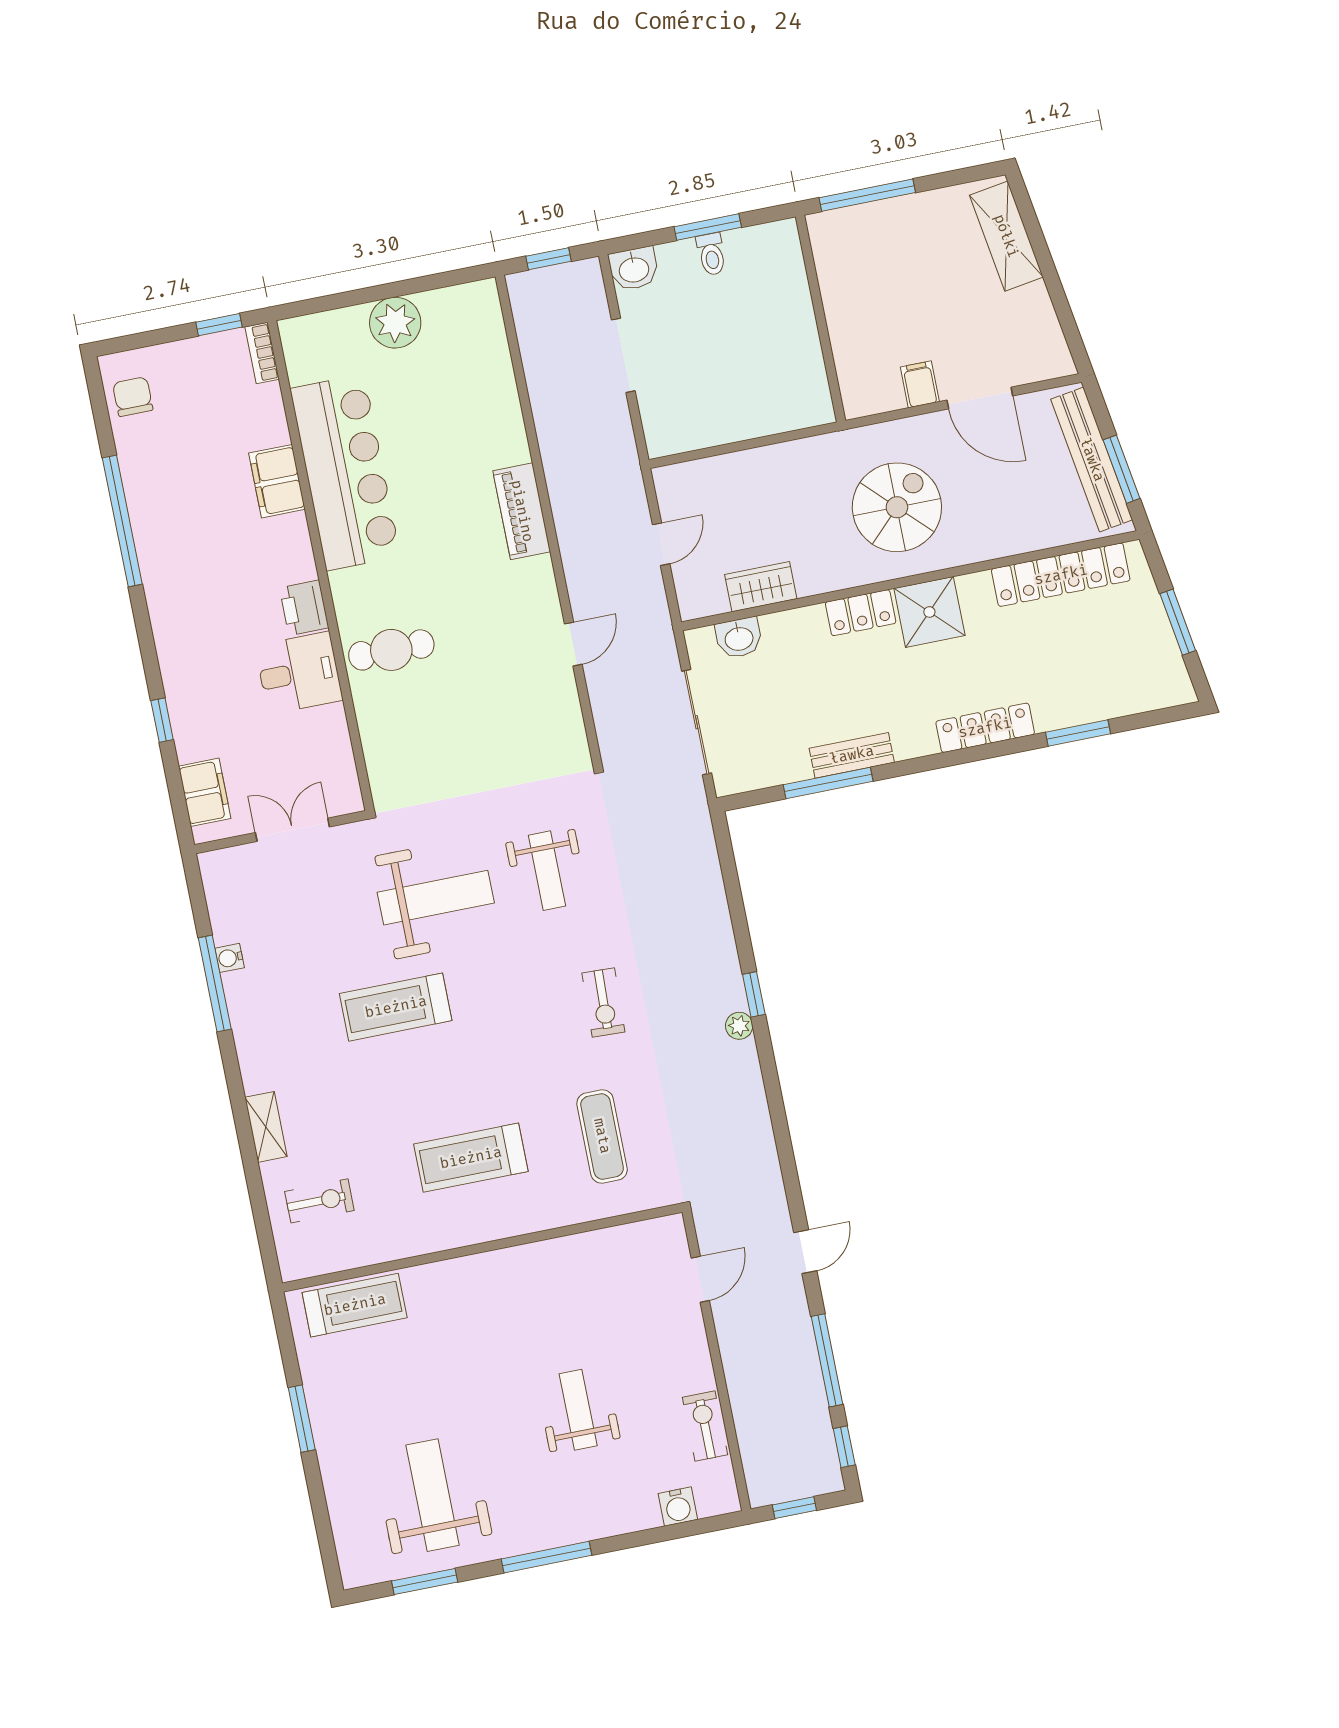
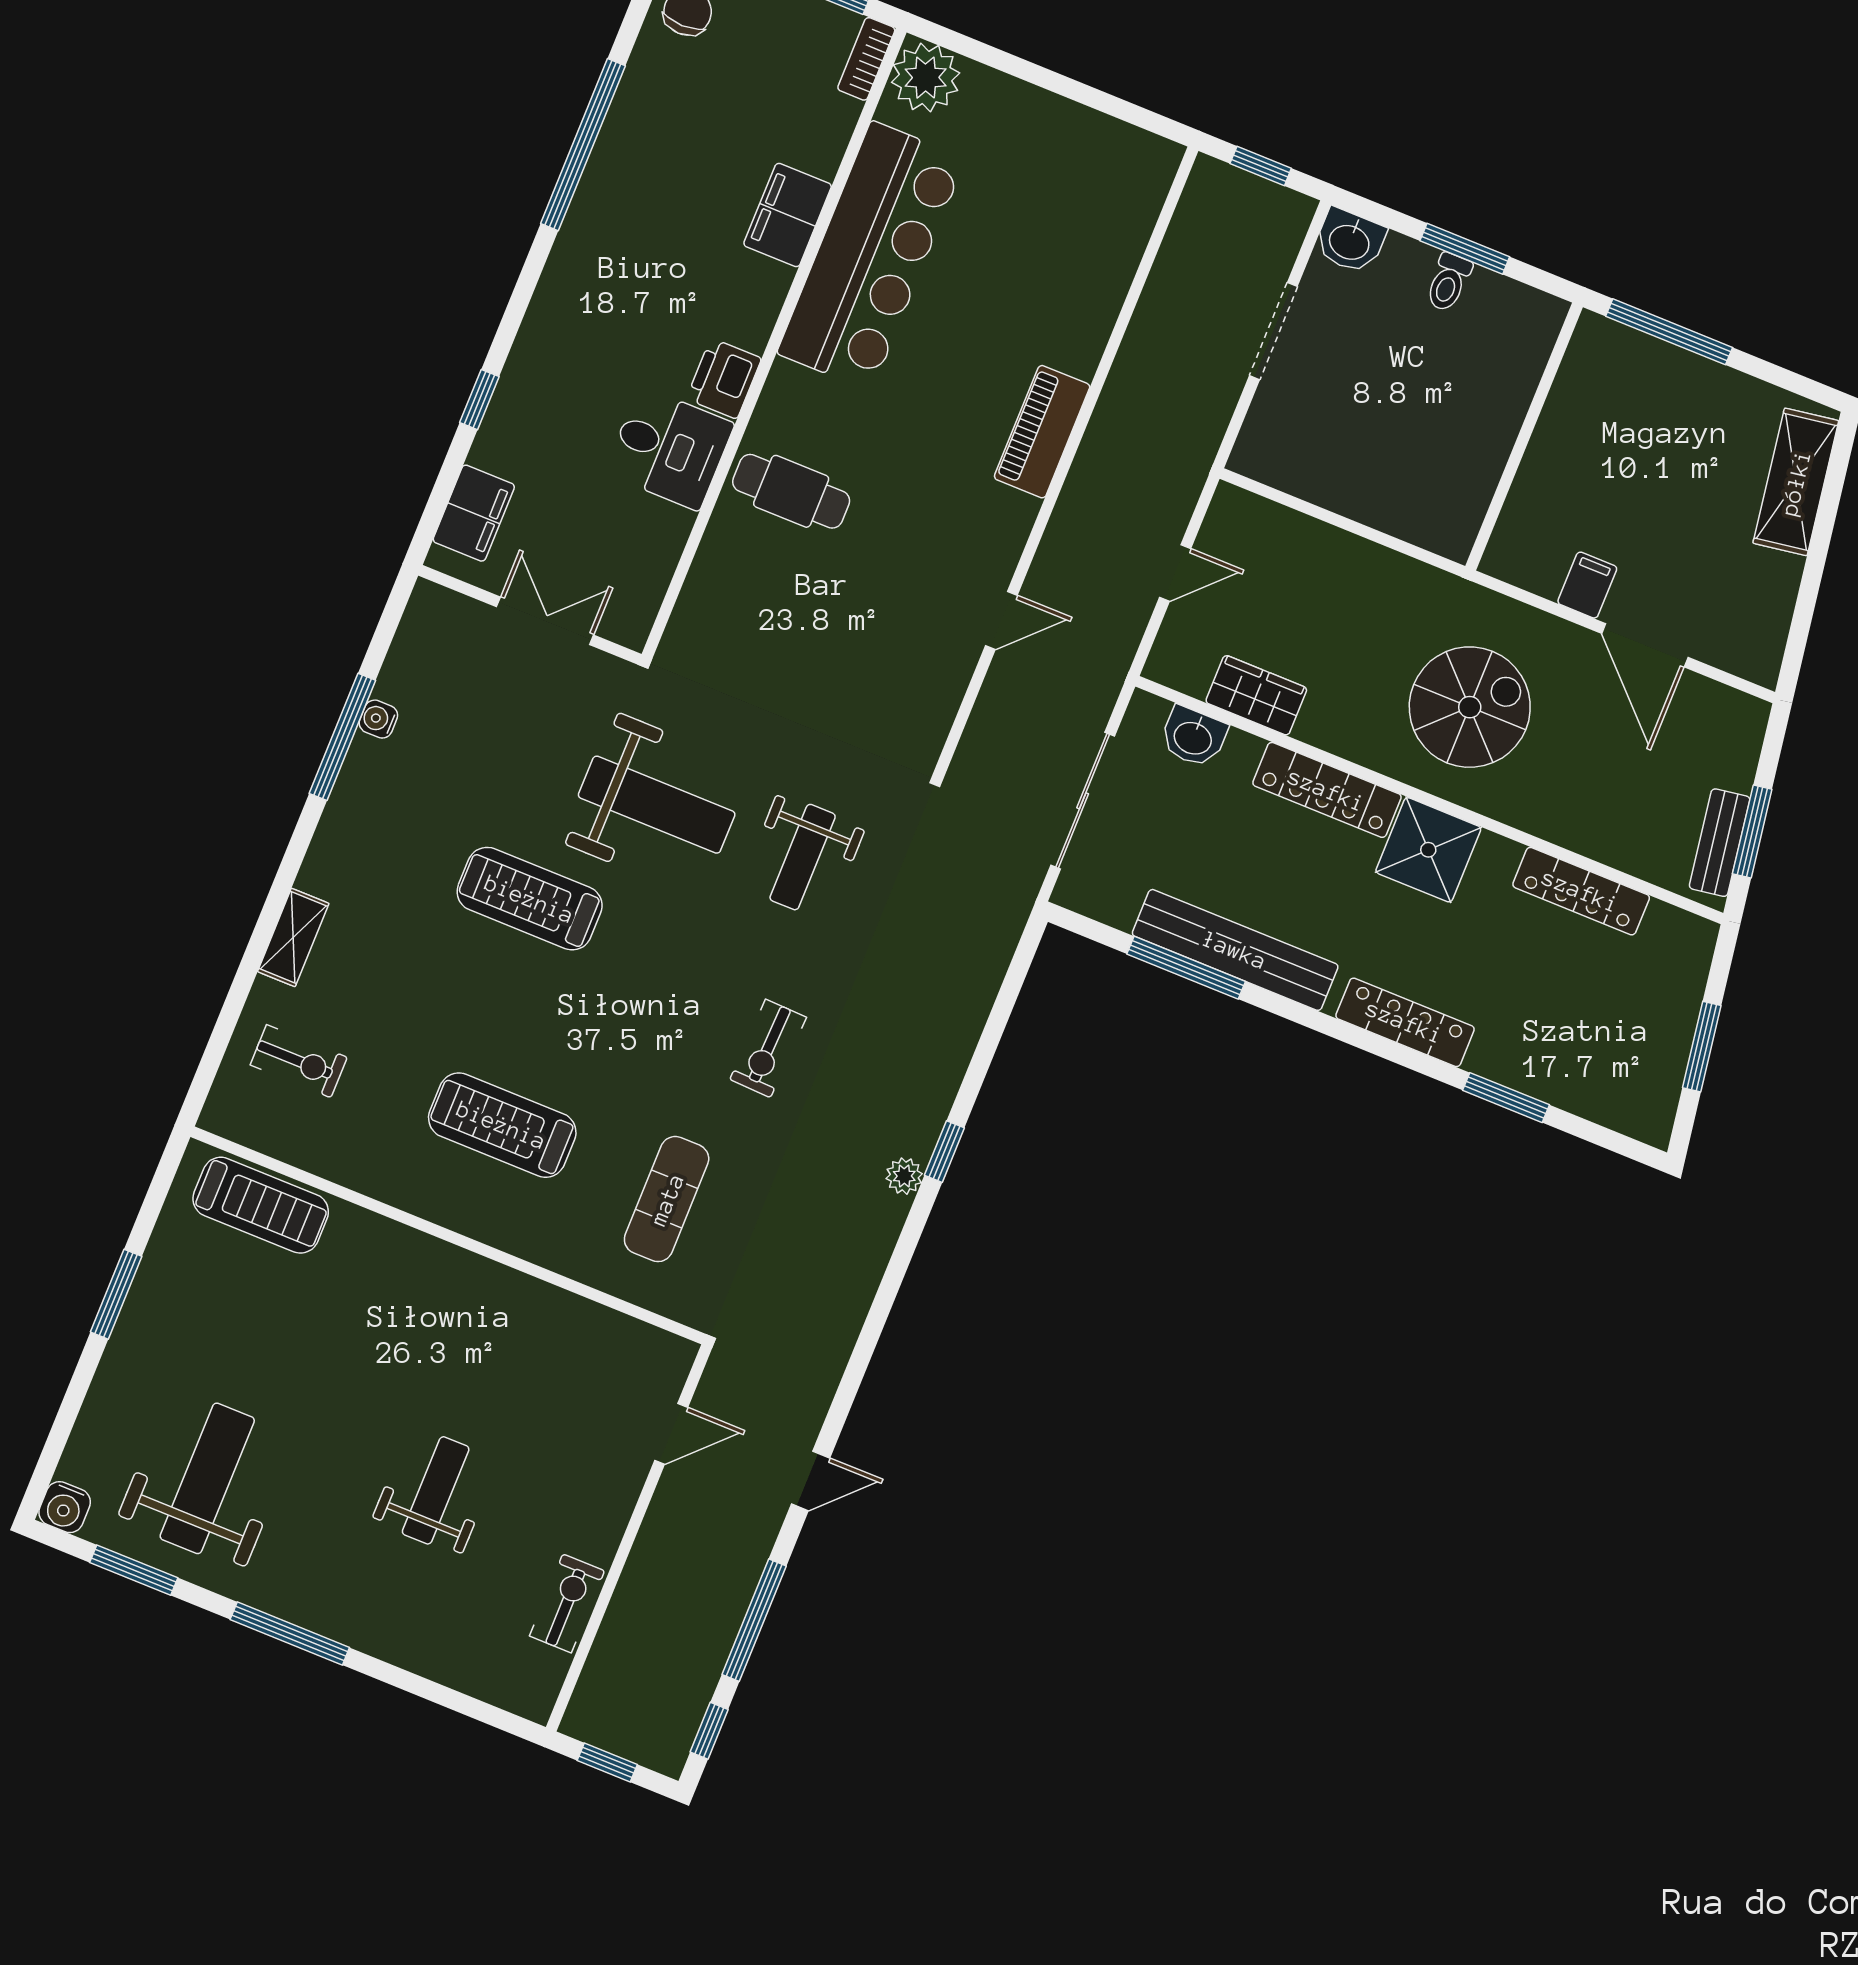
plant: (395, 323) -> (926, 78), moved
bench: (1092, 460) -> (1720, 843), width x0.54, depth x0.82
locker: (1061, 575) -> (1581, 891), width x0.71, depth x0.83
locker: (861, 613) -> (1327, 790), width x1.53
bench: (852, 755) -> (1235, 950), width x1.86, depth x1.21
water cooler: (678, 1507) -> (65, 1507), moved

